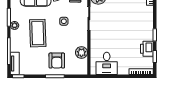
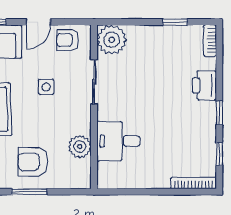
printer: (147, 49) -> (204, 85), moved
armchair: (57, 61) -> (33, 162), turned 90
desk: (107, 63) -> (118, 141), moved, turned 90

